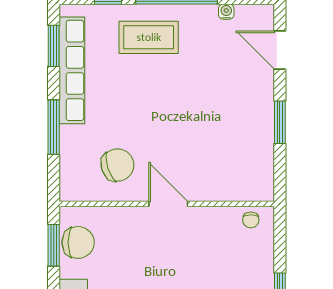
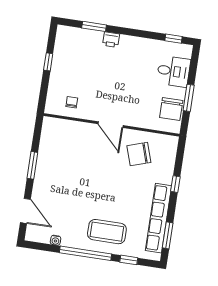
window: (54, 127) -> (175, 184), width x0.46
chair: (251, 220) -> (72, 102), moved
chair: (78, 242) -> (171, 109), turned -90
window: (54, 245) -> (189, 98), moved

